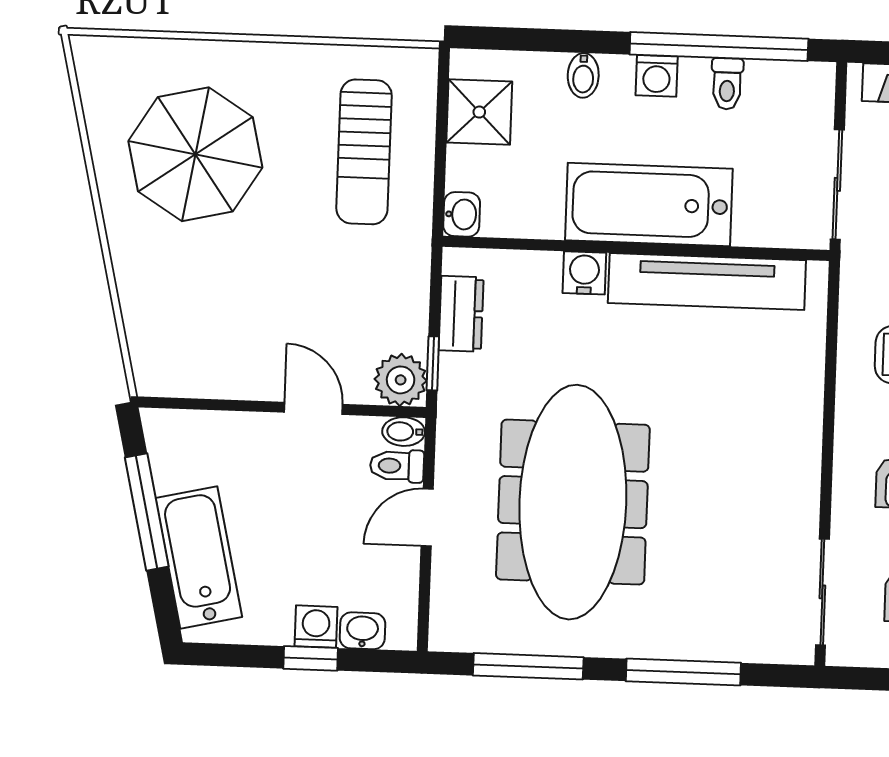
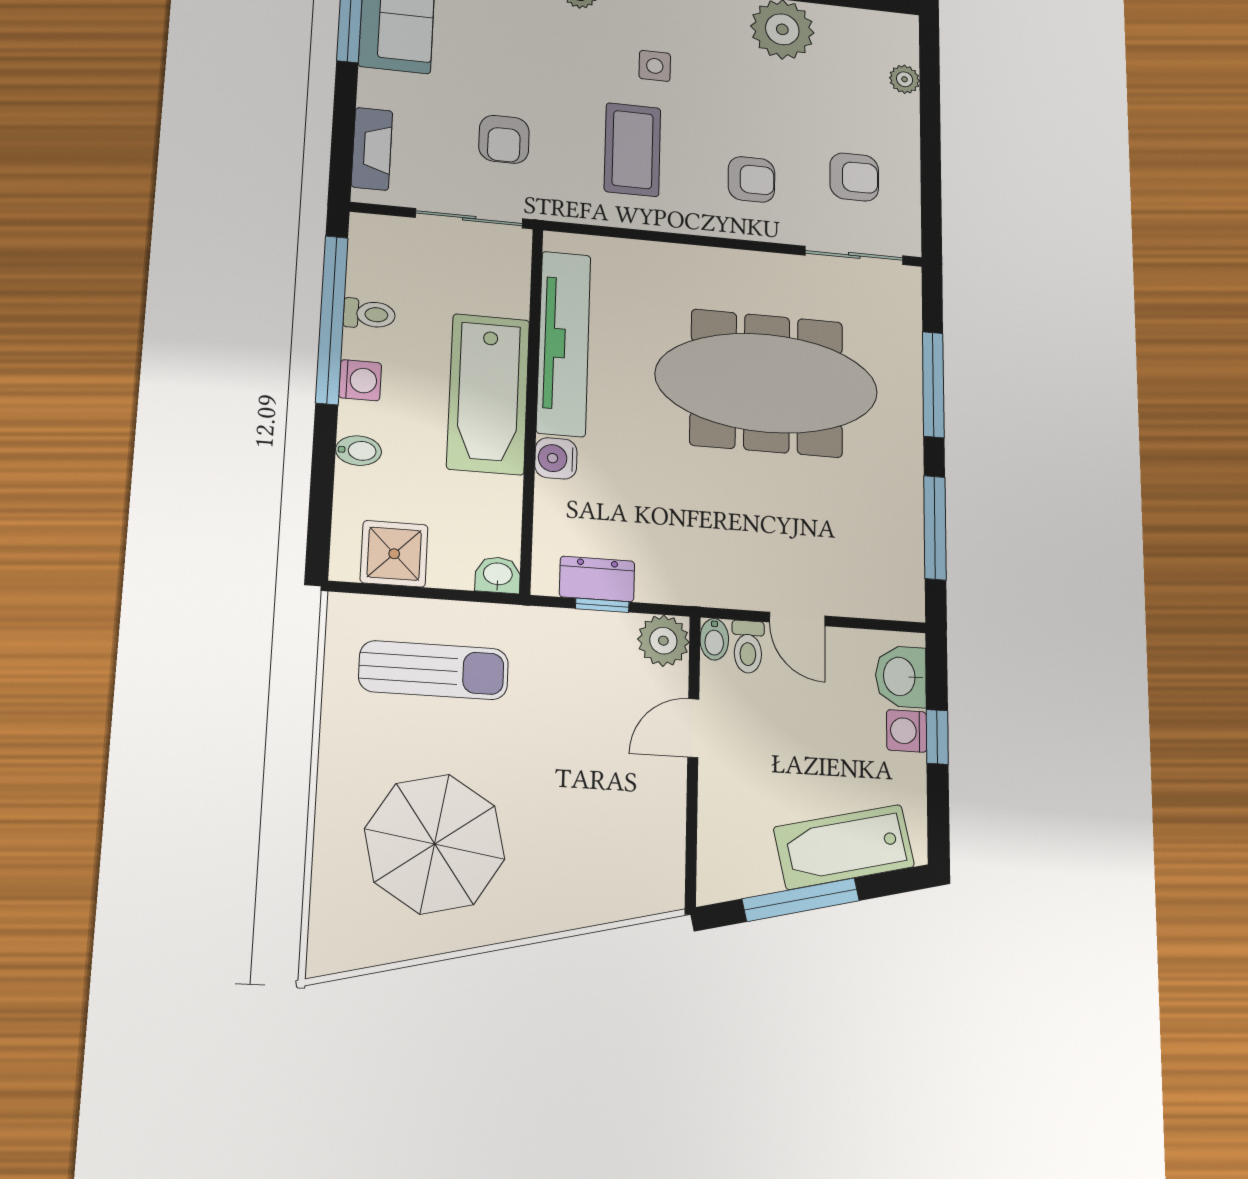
window: (433, 363) -> (602, 605), moved
meeting table: (573, 502) -> (767, 383), moved
washbasin: (362, 631) -> (901, 677), width x1.38, depth x1.45

